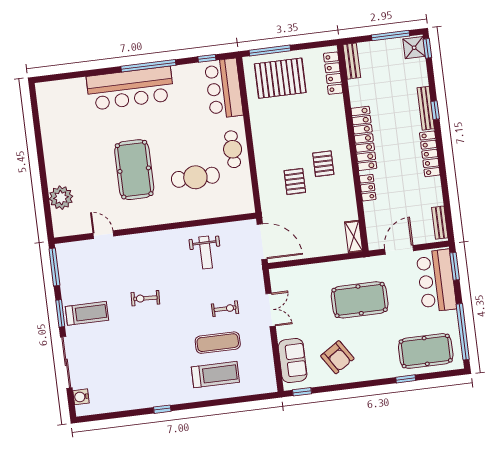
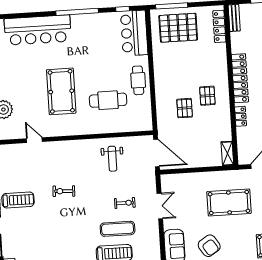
bar counter: (130, 88) -> (38, 30), moved

